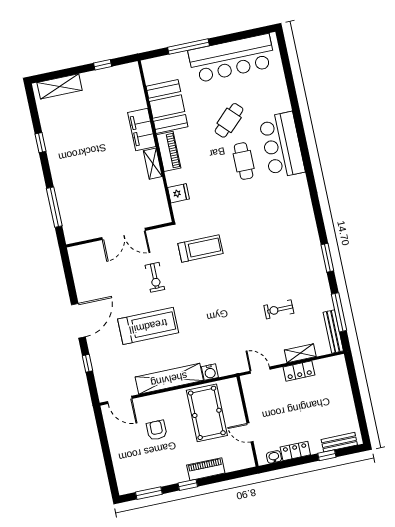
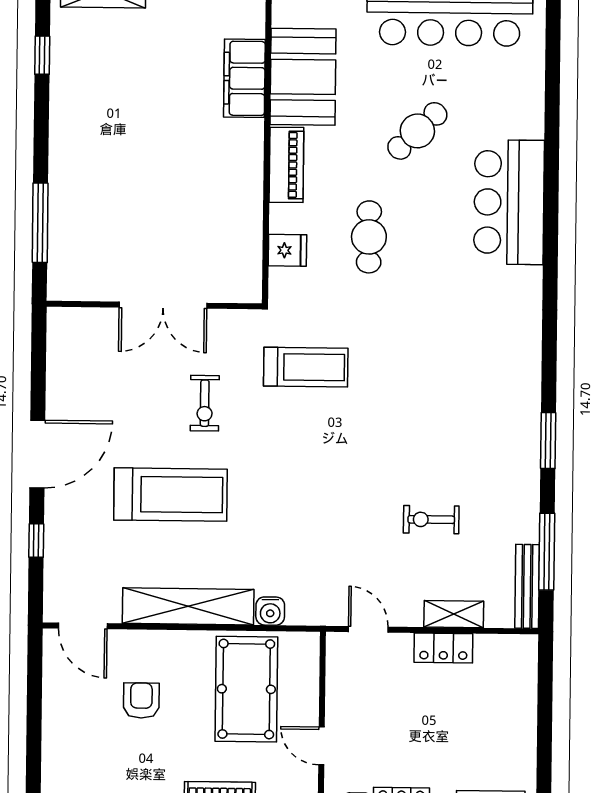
filing cabinet: (142, 130) -> (244, 78), moved
window: (41, 143) -> (42, 55), moved
cafe table: (244, 161) -> (369, 237), moved
shelving: (153, 164) -> (250, 181), removed

